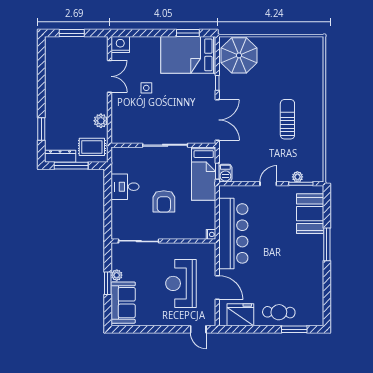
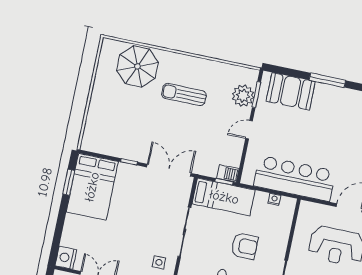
parasol: (239, 55) -> (137, 66), moved
side table: (146, 88) -> (159, 262), moved
plant: (297, 177) -> (243, 96), width x1.87, depth x1.87
door: (268, 184) -> (249, 130), hinge flipped
nightstand: (211, 234) -> (274, 199), moved

